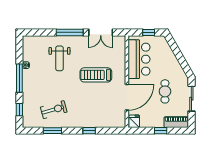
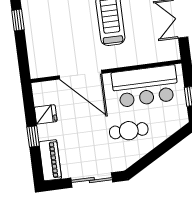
cafe table: (165, 91) -> (129, 131), moved
fridge: (134, 121) -> (46, 114), moved

